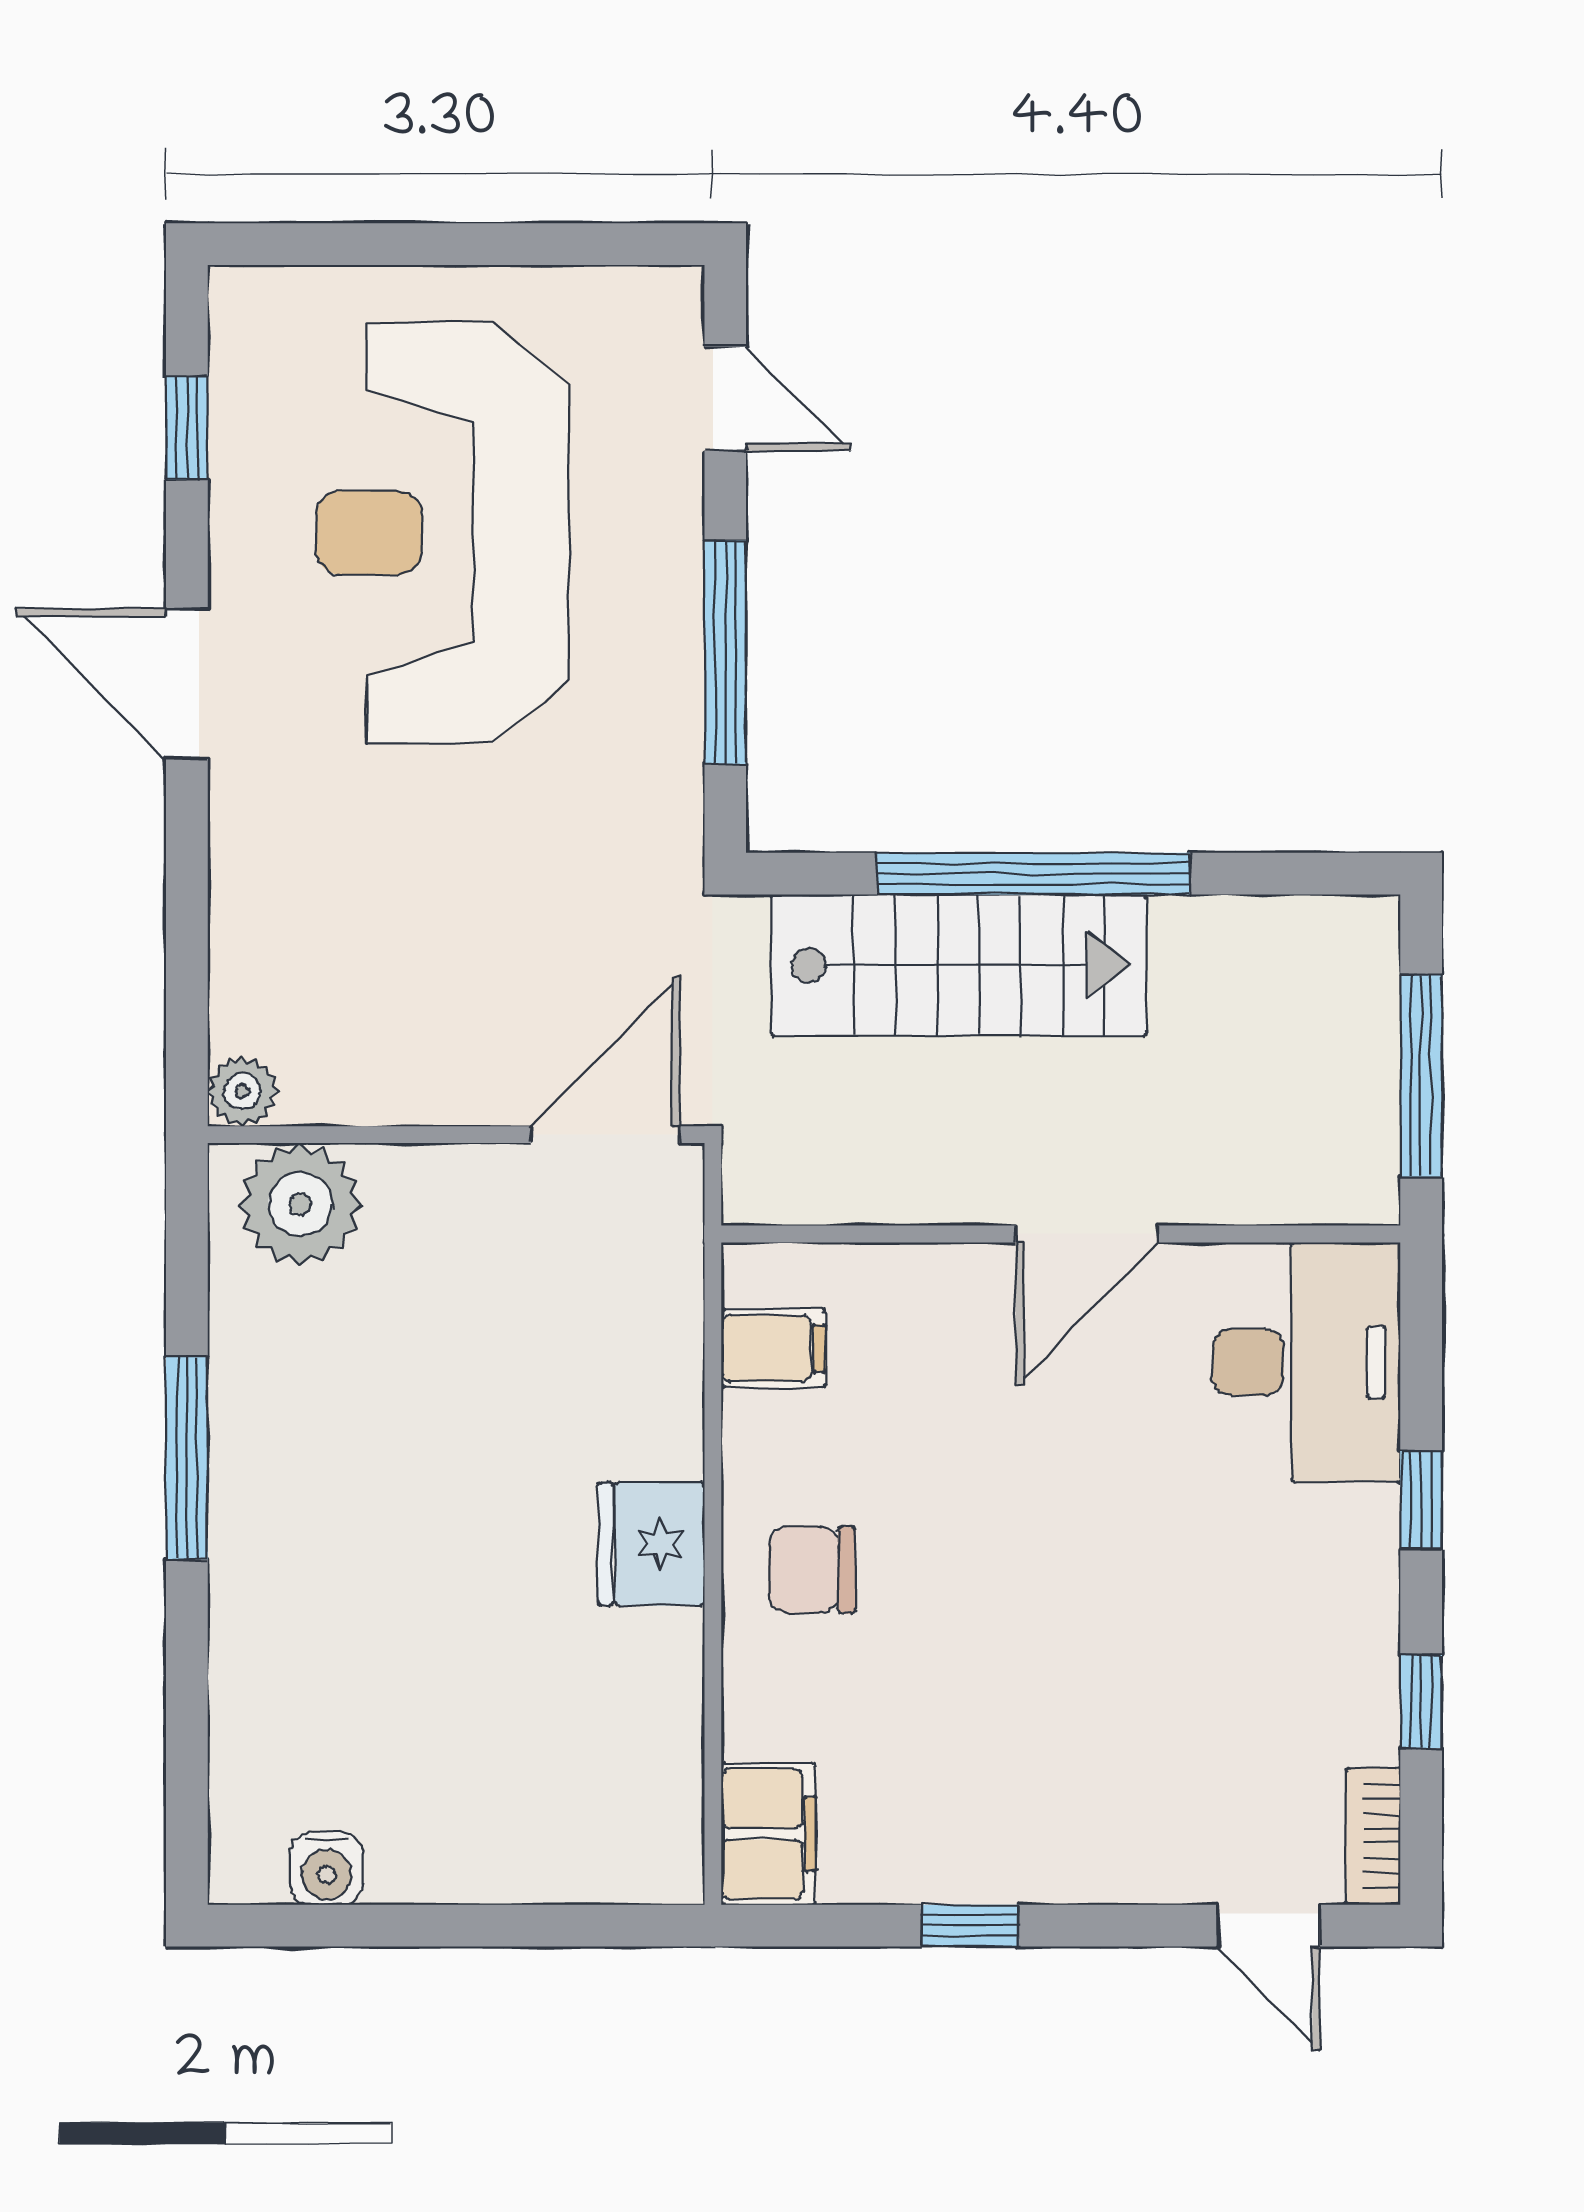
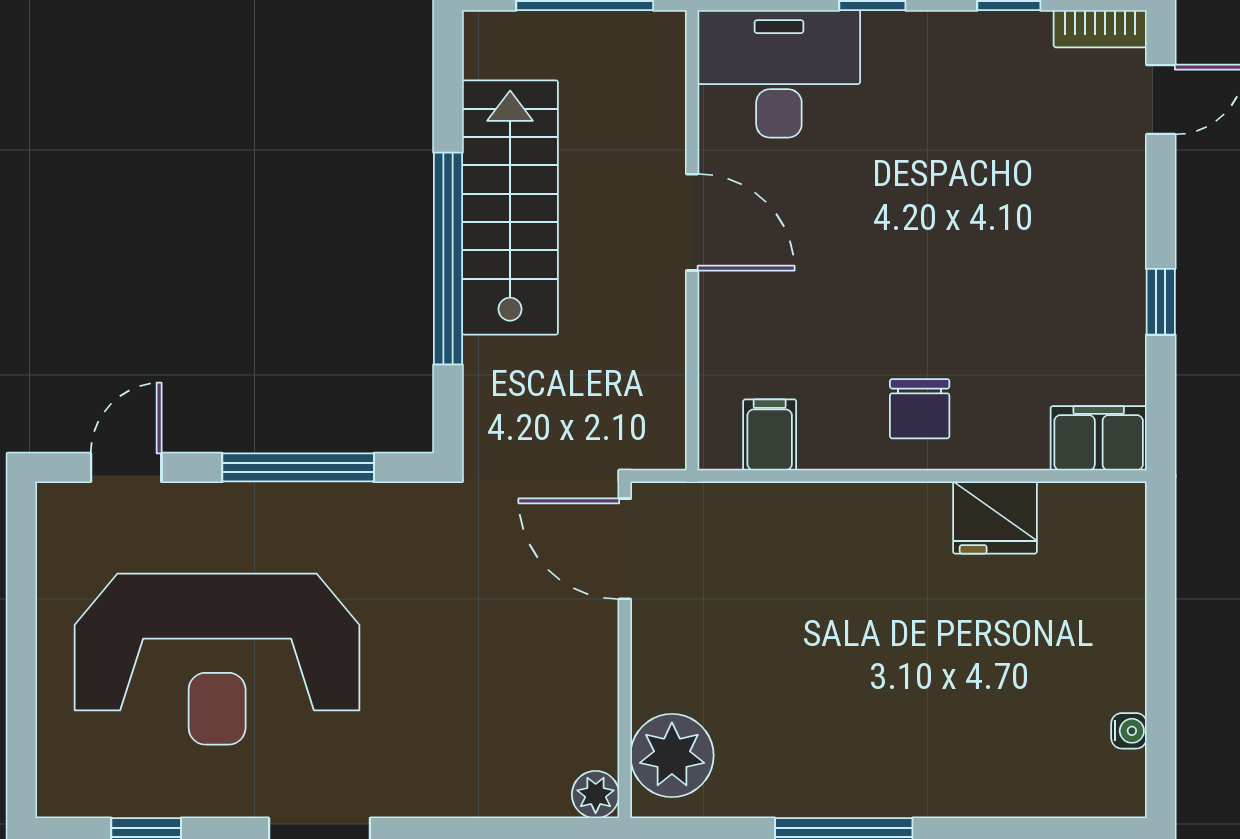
stairs: (959, 965) -> (510, 207), moved
fridge: (651, 1544) -> (995, 518), moved
water cooler: (327, 1869) -> (1129, 731), width x0.72, depth x0.72

